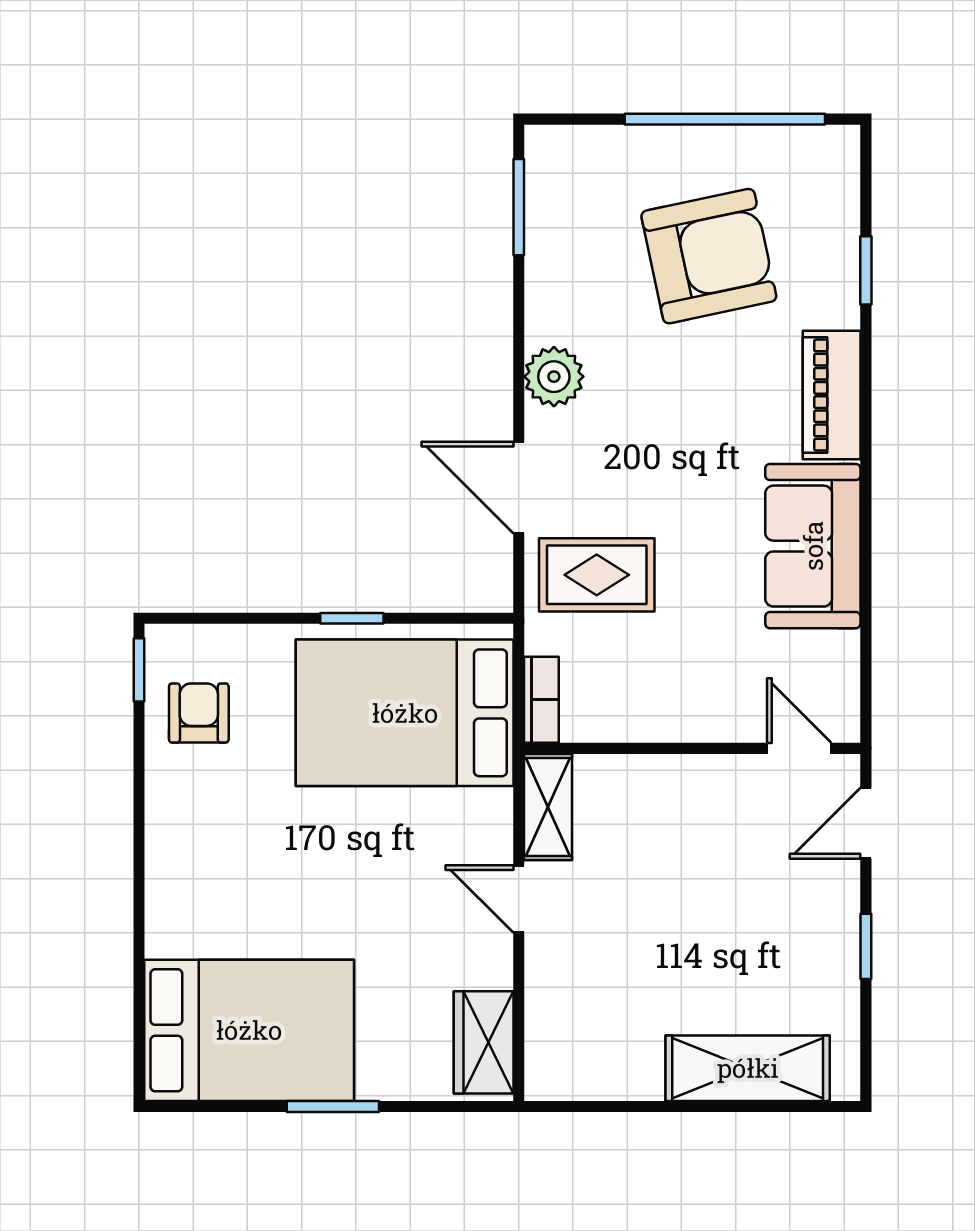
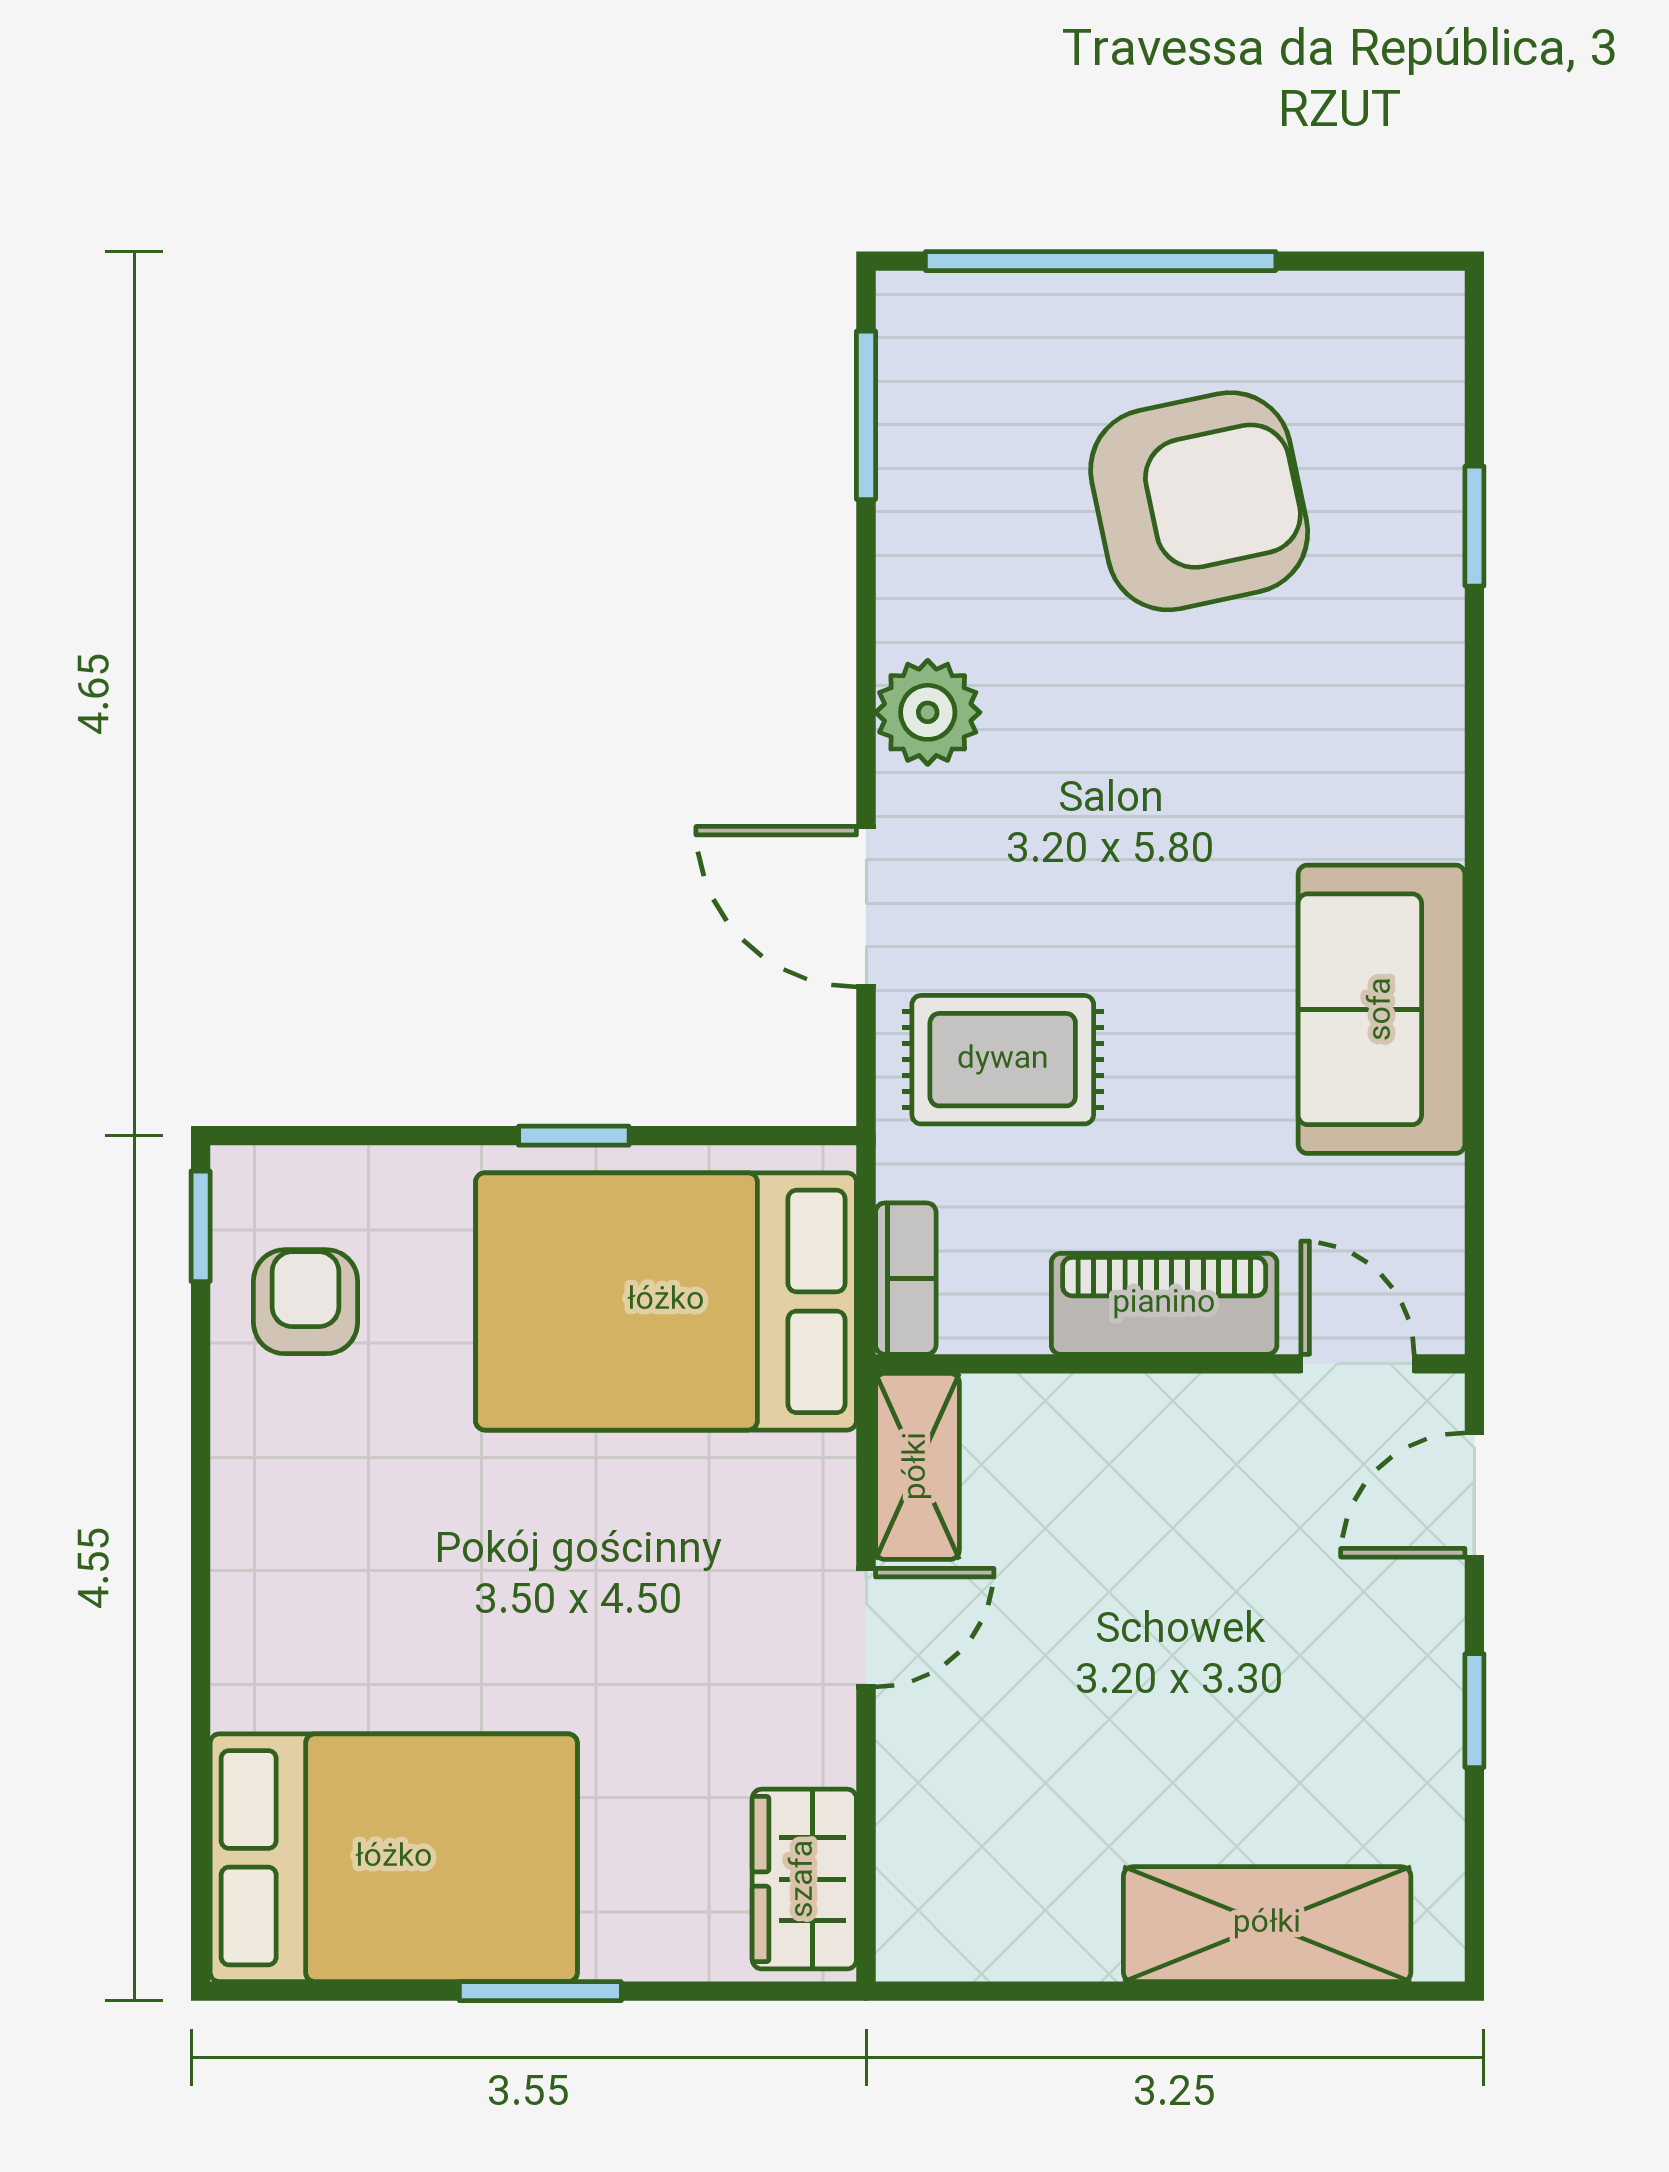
window: (725, 119) -> (1101, 261), moved
piano: (832, 395) -> (1164, 1304), moved, turned 90
door: (519, 899) -> (866, 1628), swing flipped

